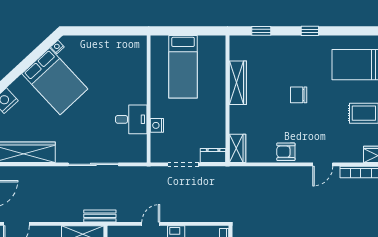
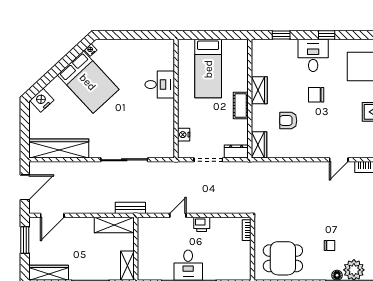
desk: (295, 53) -> (313, 55), added
wardrobe: (238, 83) -> (259, 90), width x0.67
cot: (218, 106) -> (241, 106), added
desk: (131, 119) -> (160, 85), moved
nightstand: (157, 125) -> (184, 135), moved
armchair: (286, 152) -> (288, 121), moved

